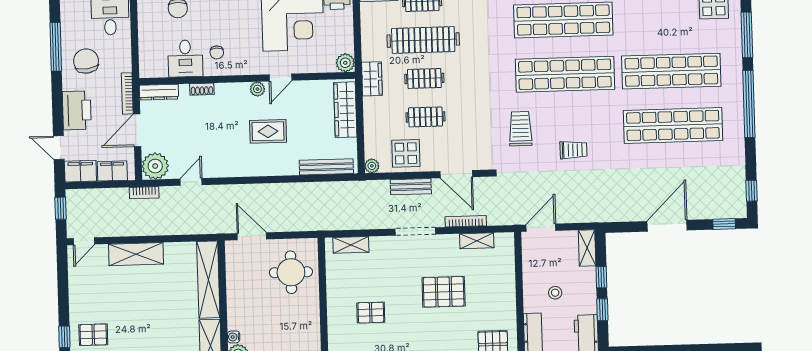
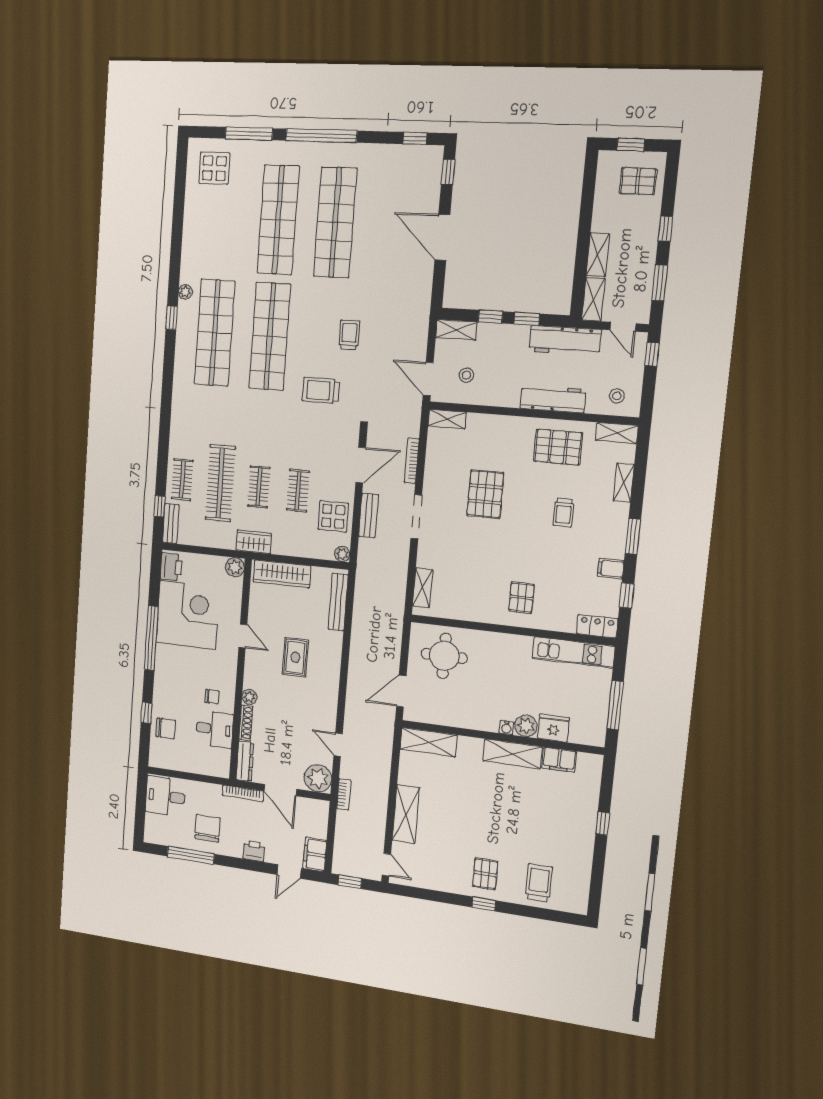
chair: (86, 61) -> (207, 828), turned 97
shoe rack: (202, 89) -> (246, 723), width x1.43
plant: (257, 89) -> (249, 697), moved
printer: (77, 110) -> (254, 851), width x0.53, depth x0.68
filing cabinet: (112, 171) -> (318, 823), removed
shelving: (477, 241) -> (447, 419), moved, turned 90
shelving: (208, 280) -> (428, 742), width x0.68
stool: (555, 293) -> (466, 375), moved
pallet: (371, 313) -> (521, 598), moved

